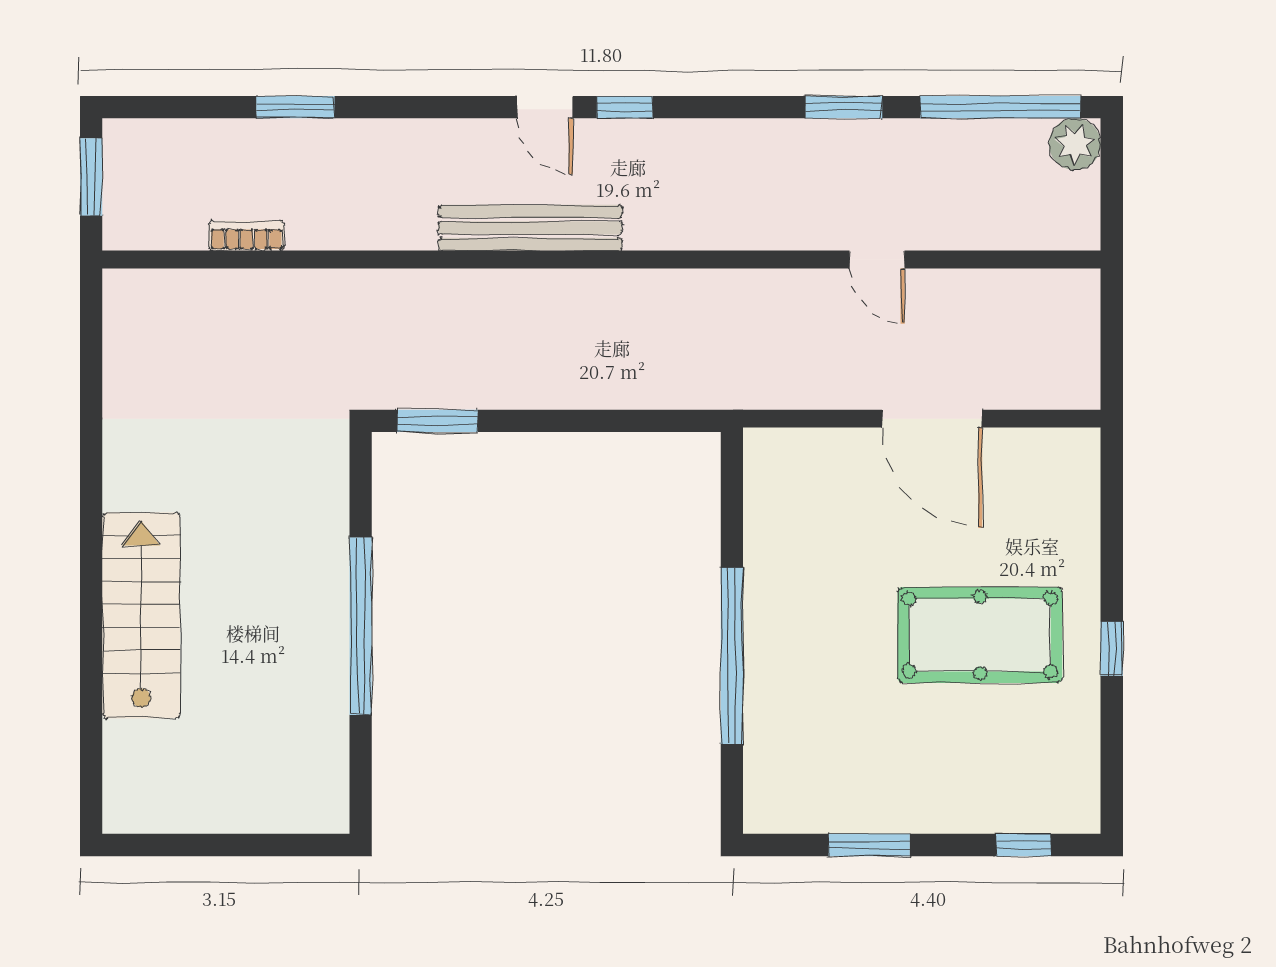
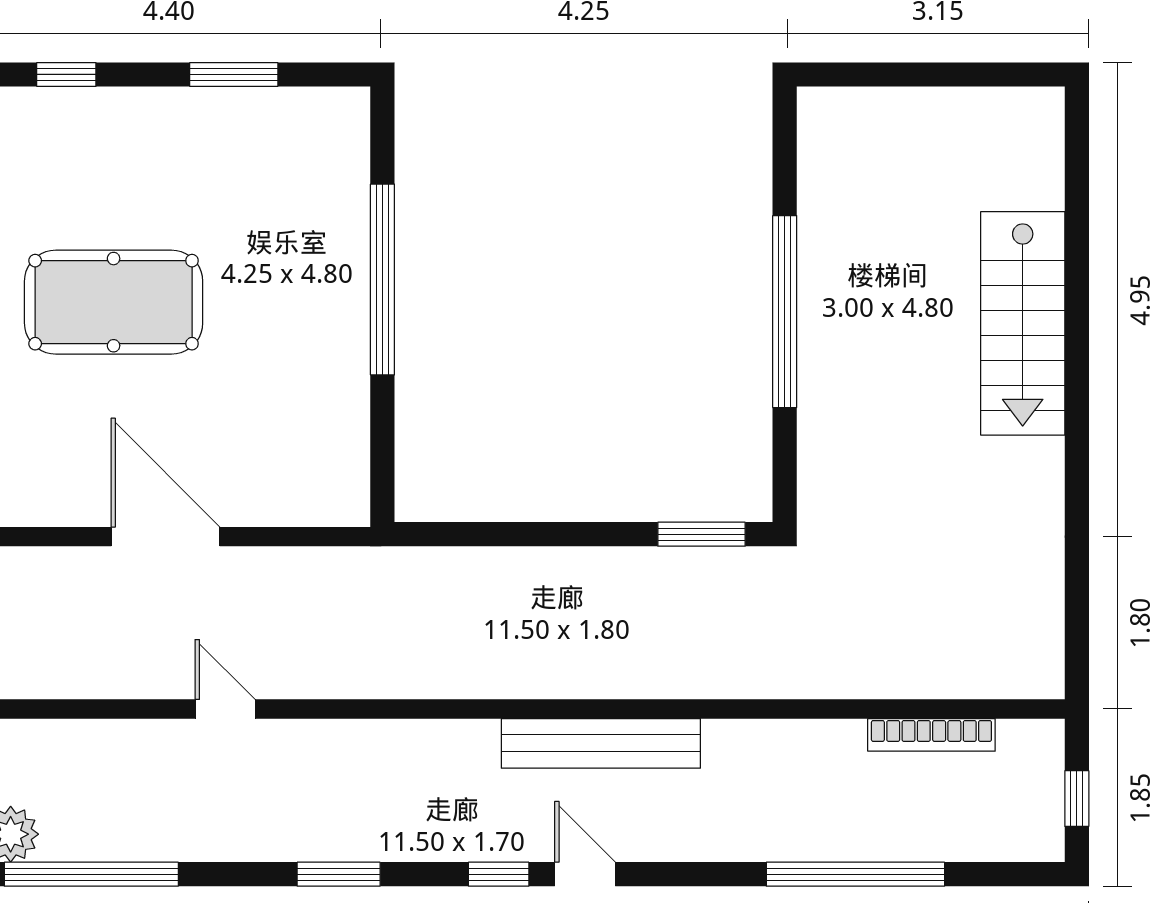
window: (295, 107) -> (855, 874), width x2.11
window: (844, 107) -> (339, 874), moved
window: (91, 177) -> (1077, 799), width x0.67
bookcase: (246, 236) -> (931, 735), width x1.56

